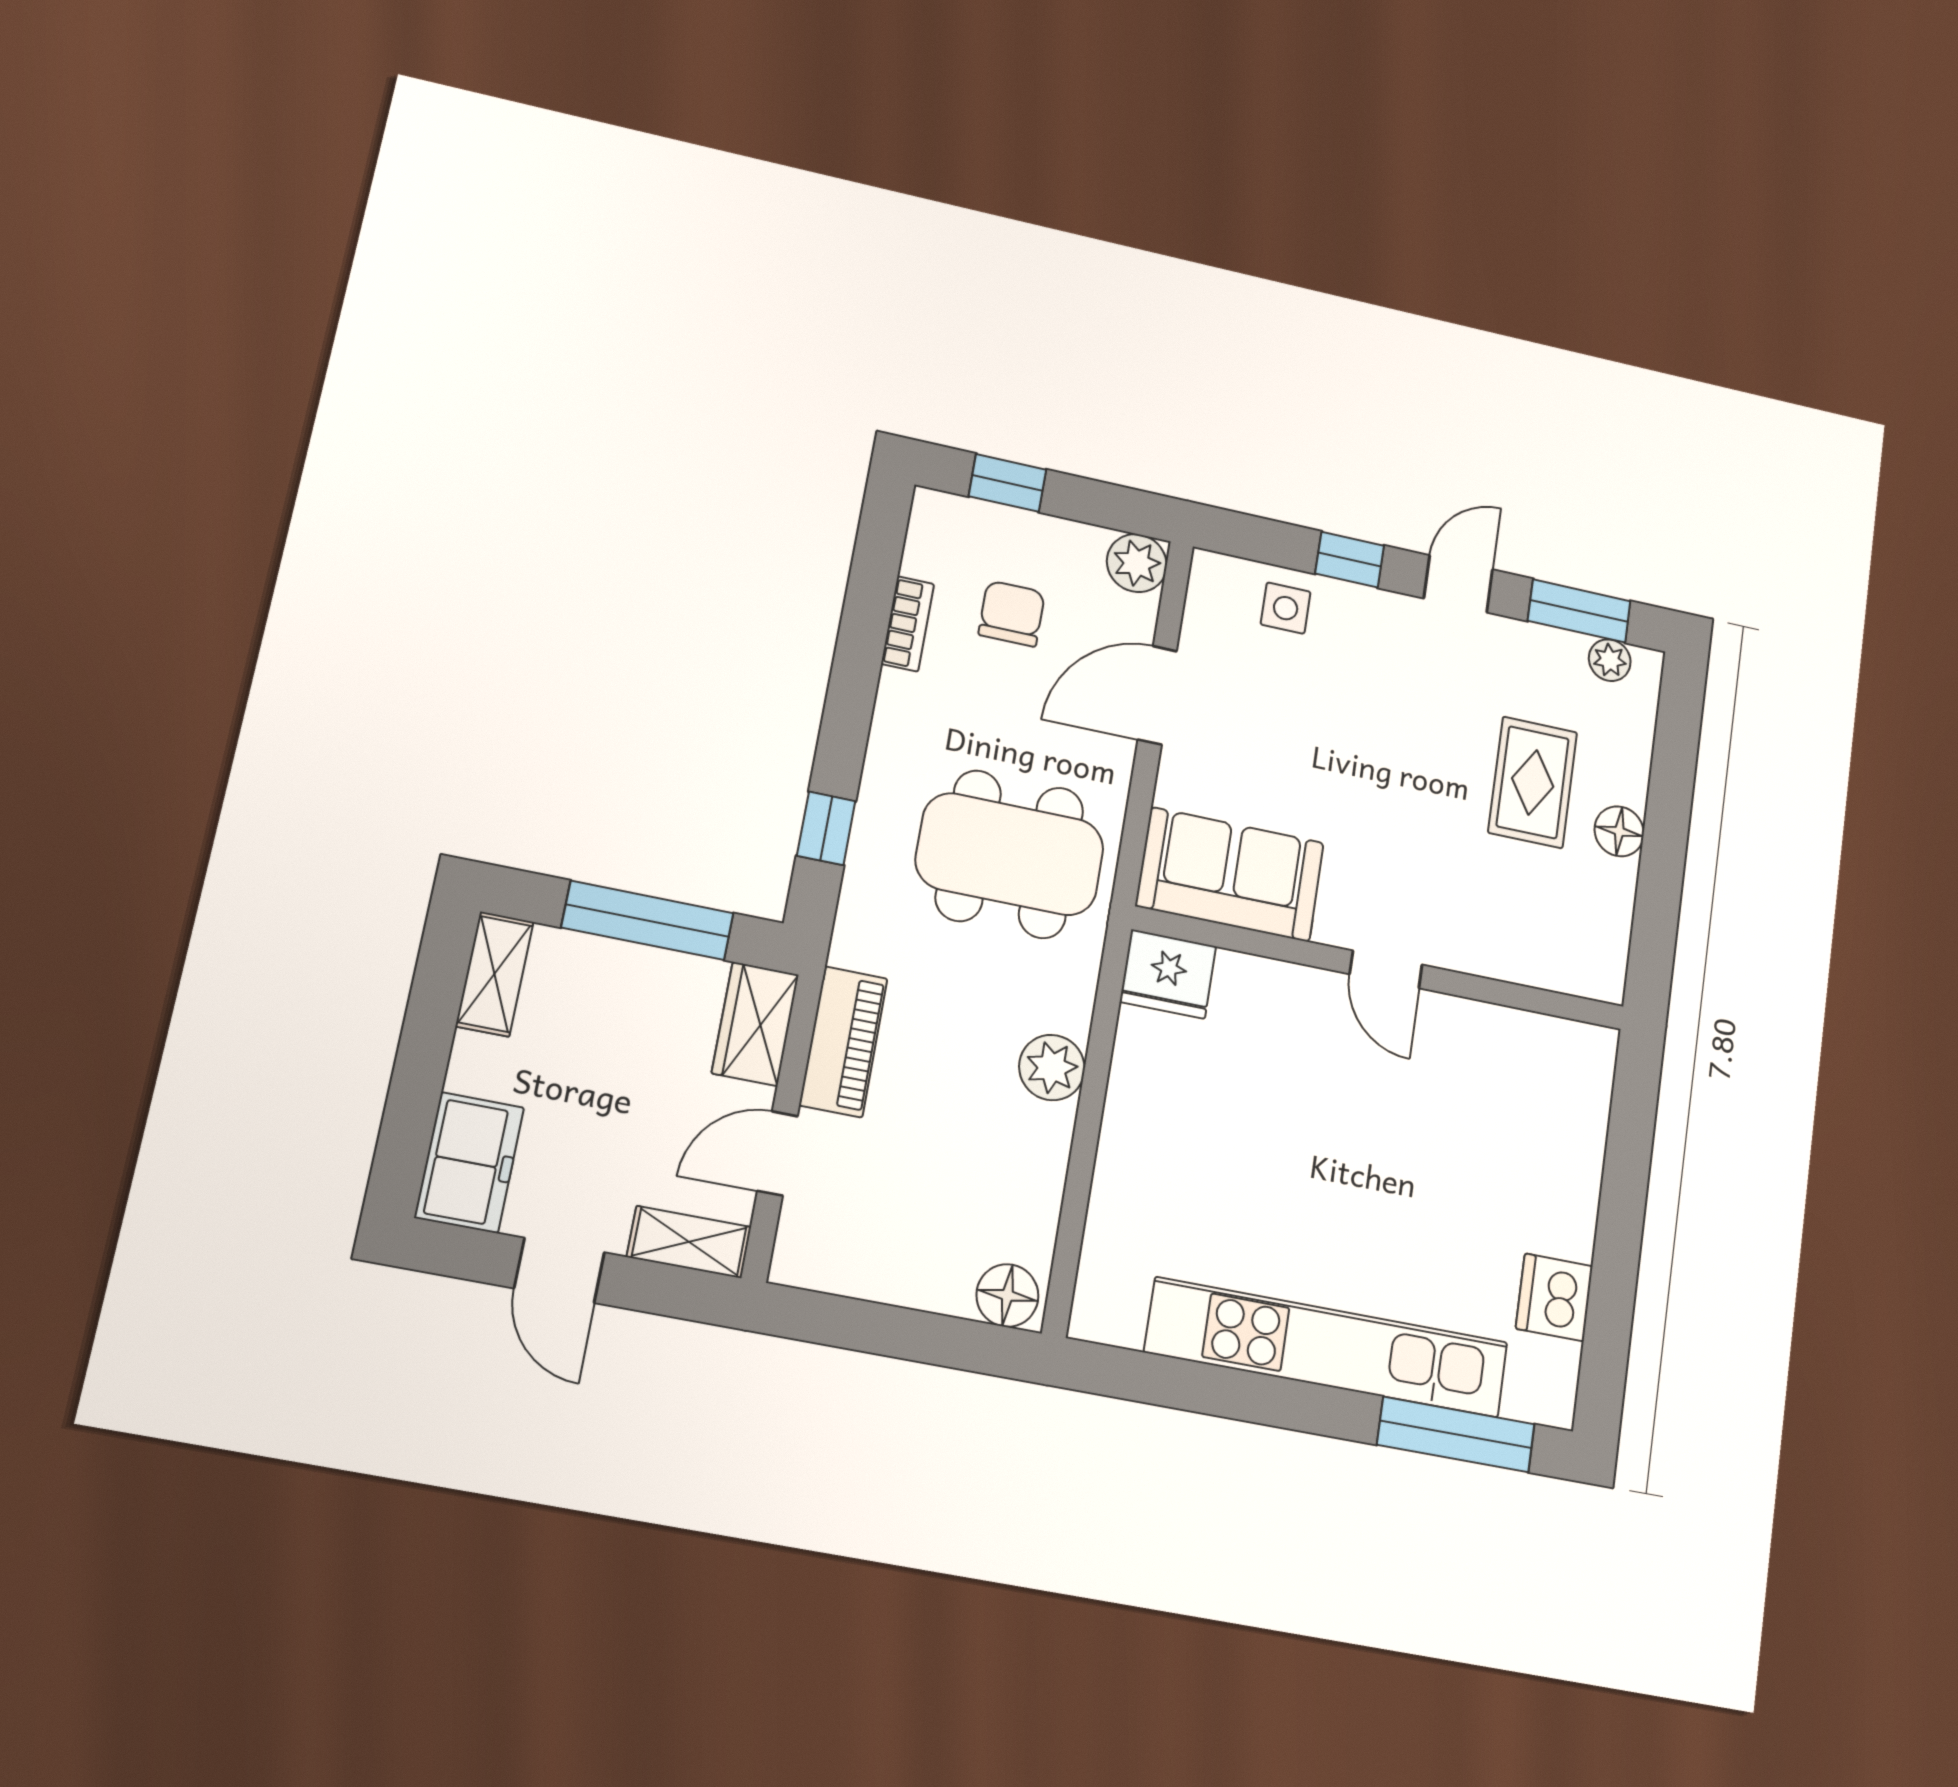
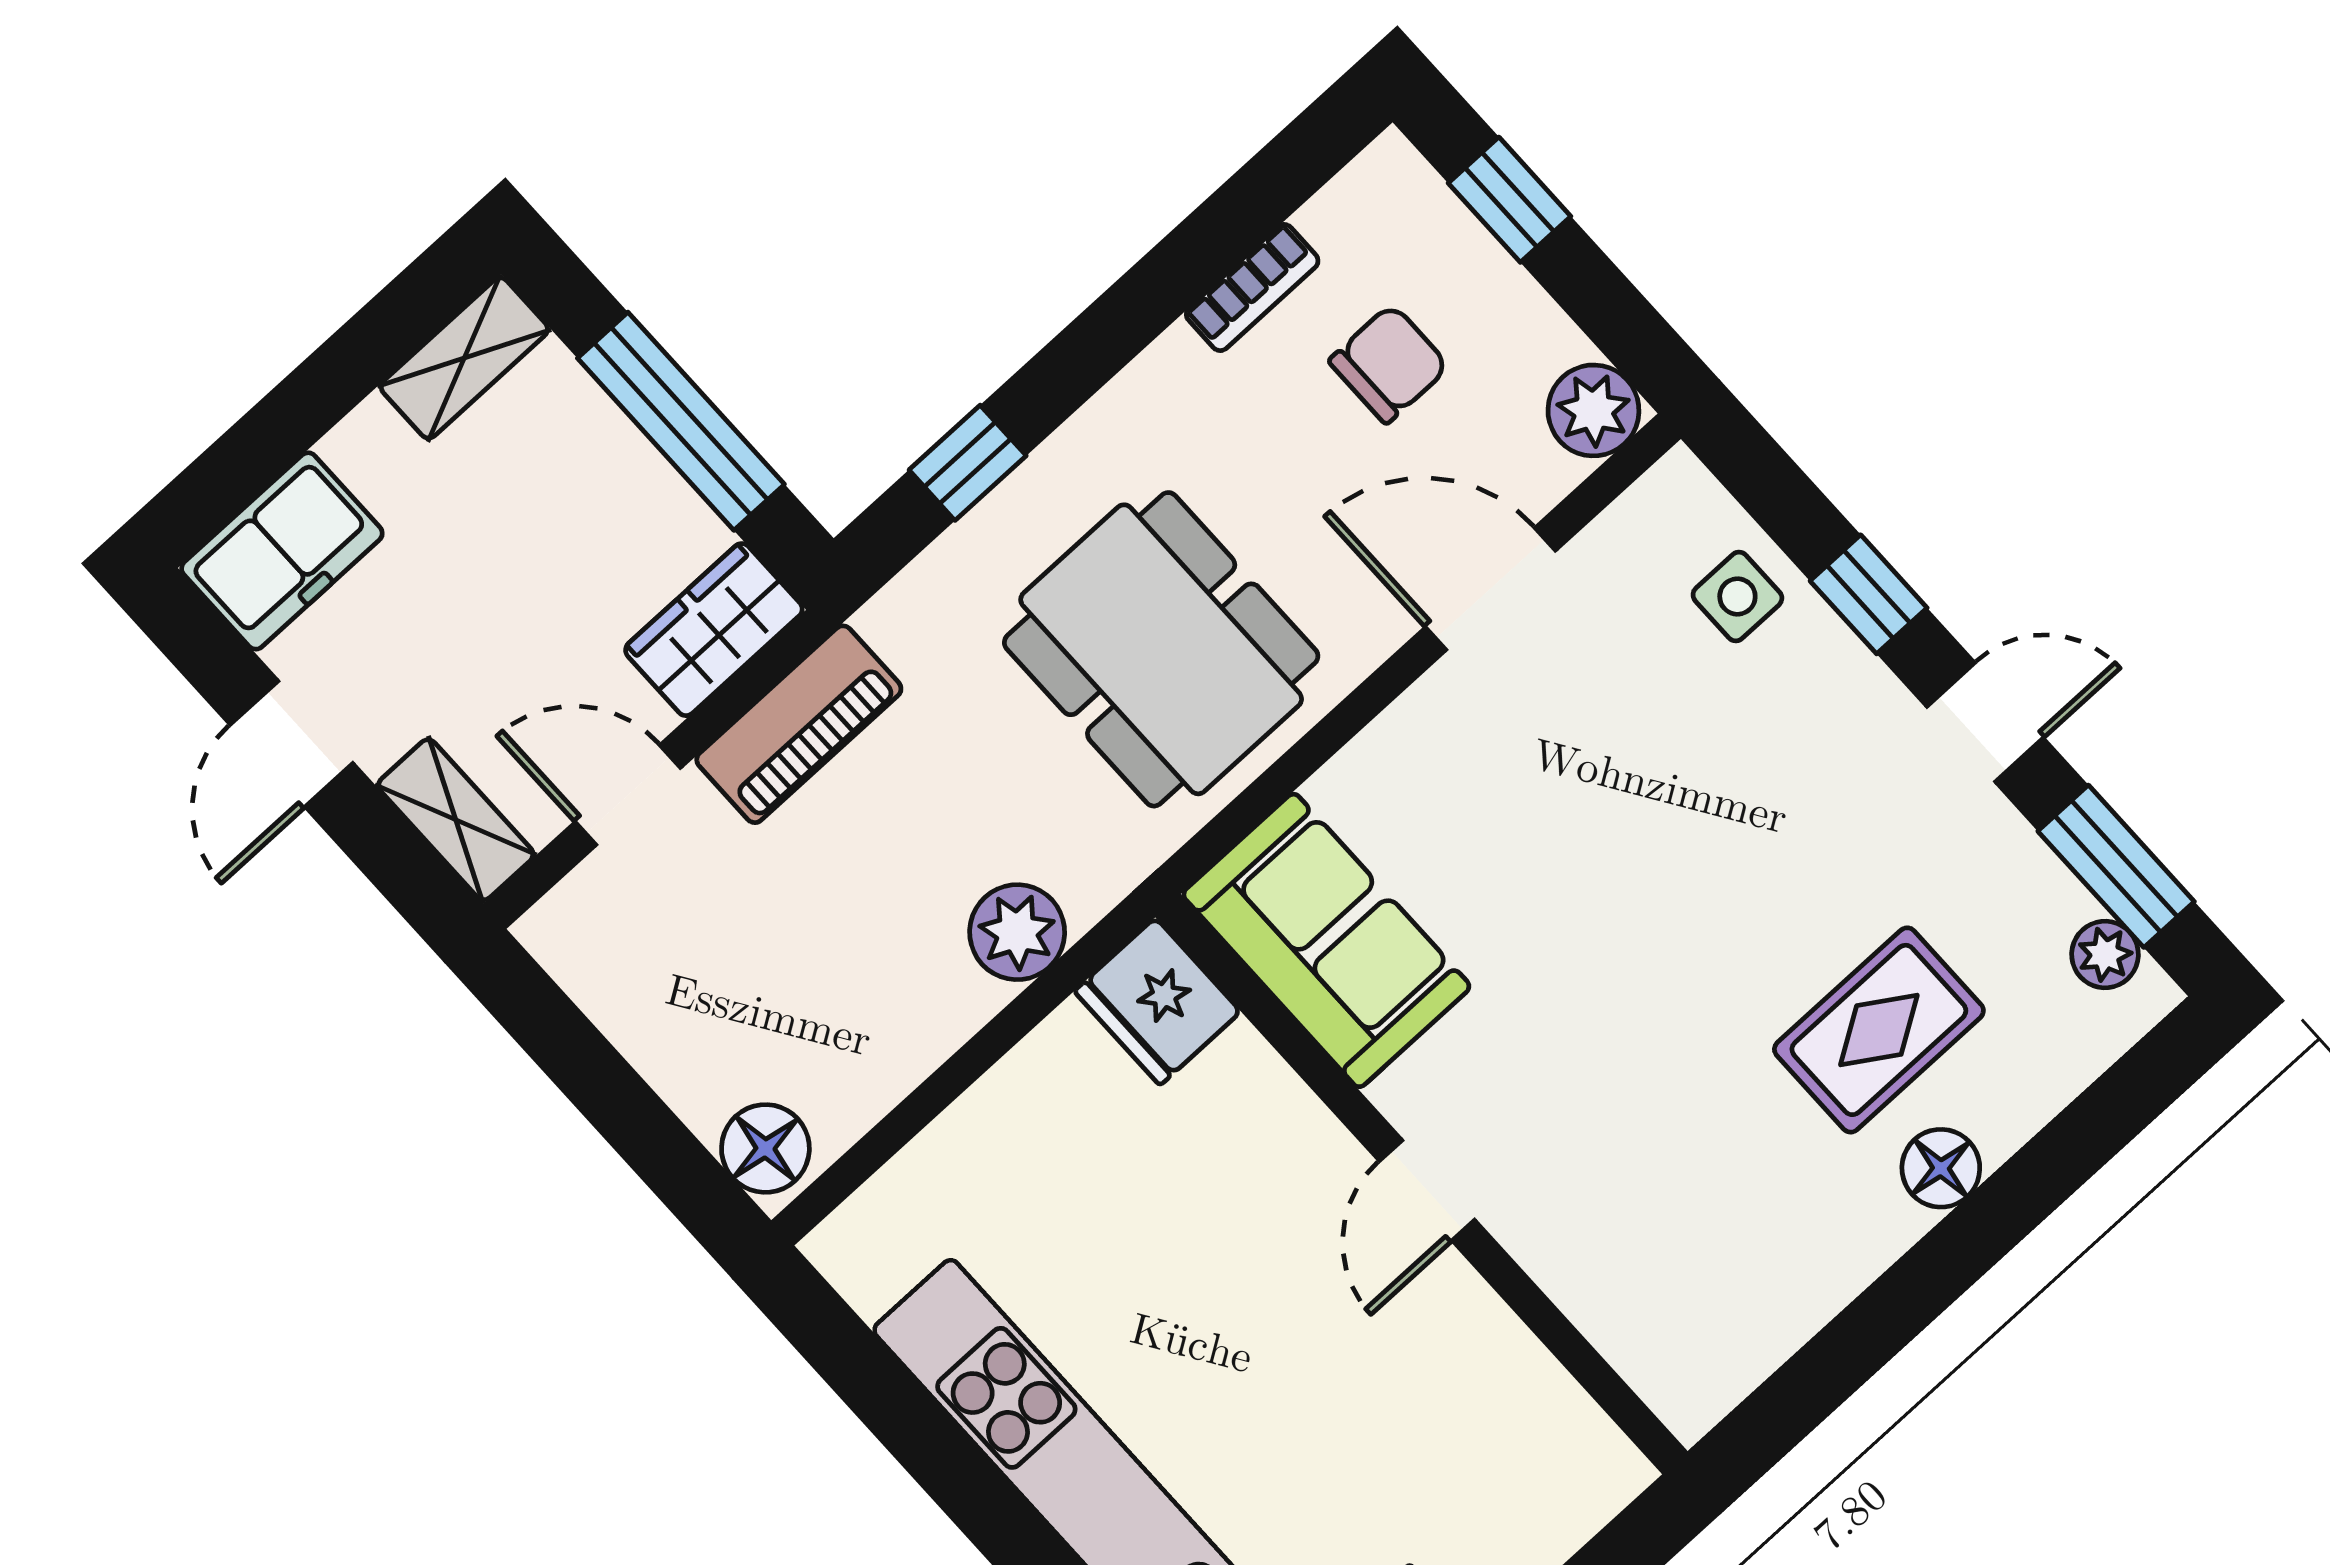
sofa: (1230, 874) -> (1326, 940), moved
wall: (1380, 968) -> (1421, 1184), moved
door: (1386, 969) -> (1427, 1190), moved
fridge: (1168, 974) -> (1158, 1001), moved

